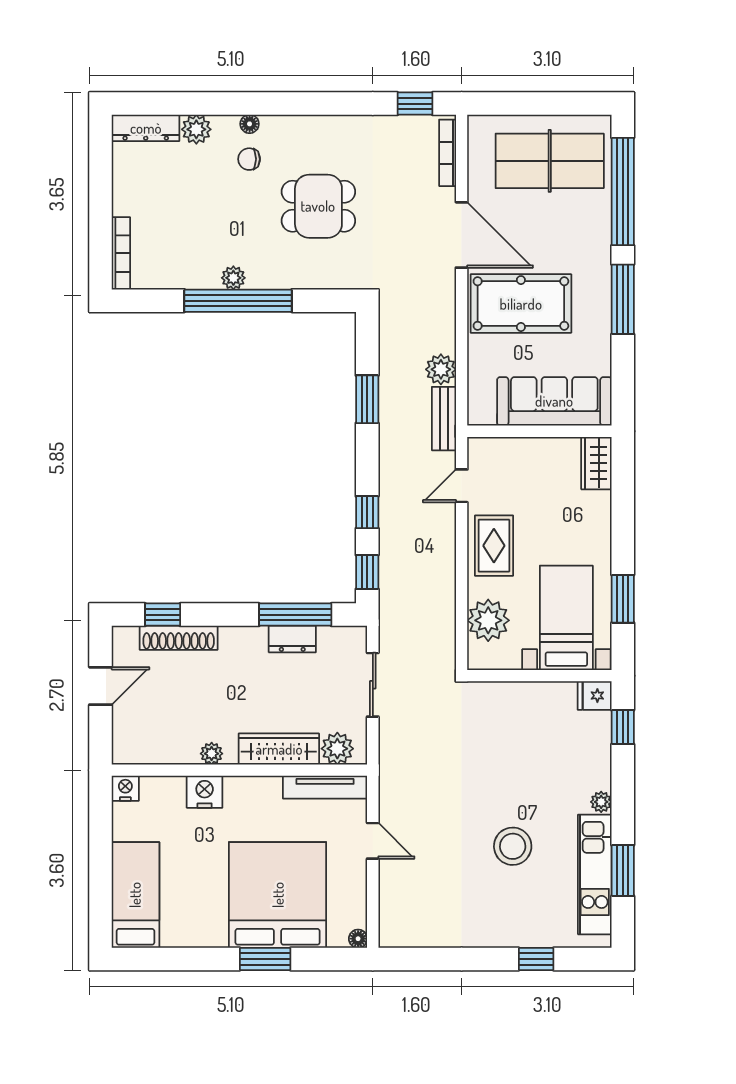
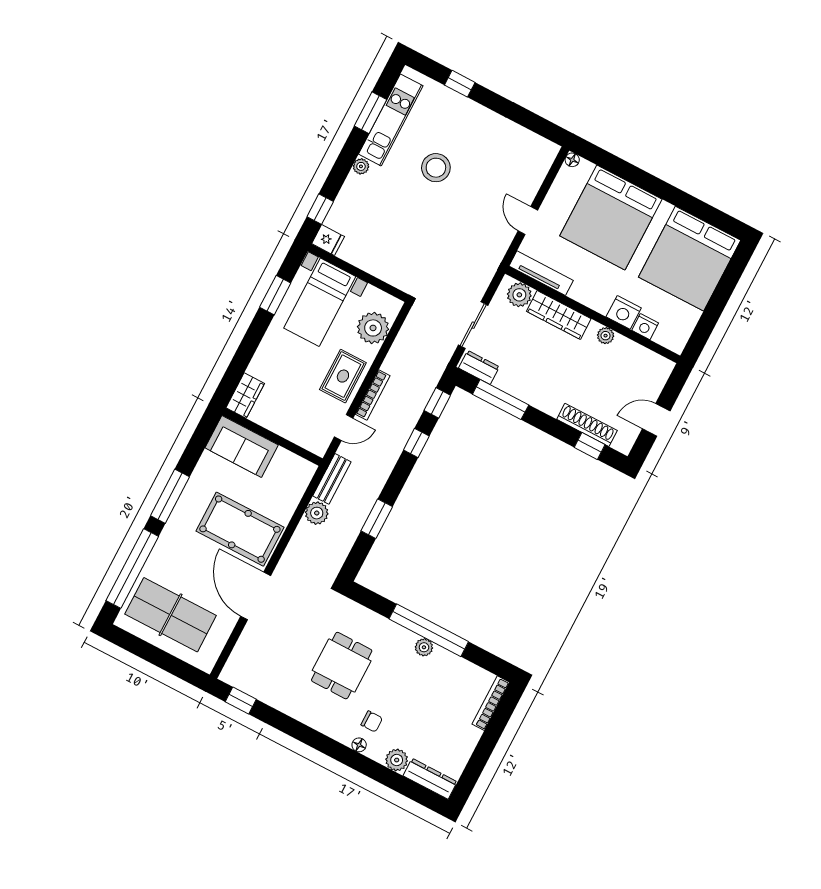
bookcase: (448, 153) -> (373, 395), moved
dining table: (318, 206) -> (342, 666), turned 90
sofa: (554, 401) -> (242, 446), width x0.73
dresser: (292, 639) -> (479, 367), moved
nightstand: (125, 788) -> (645, 327), moved
bed: (135, 895) -> (690, 259), width x2.04
window: (265, 959) -> (642, 179), removed

